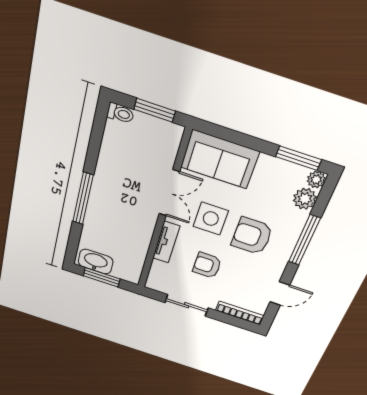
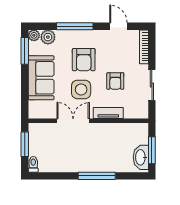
sofa: (220, 159) -> (41, 78), moved

